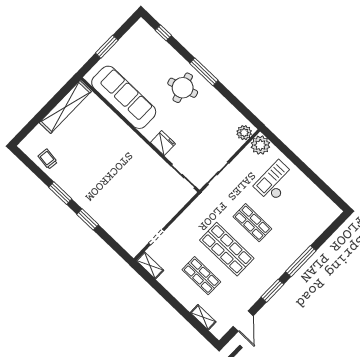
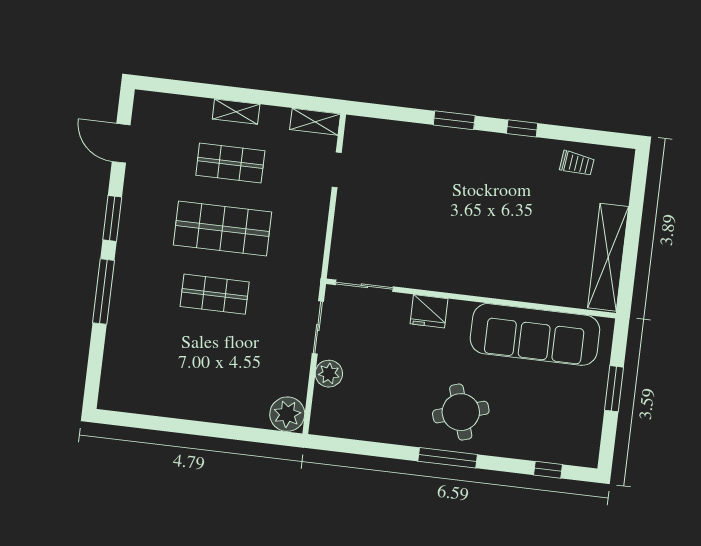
plant: (244, 133) -> (329, 374), moved
checkout: (275, 182) -> (226, 378), removed
window: (60, 193) -> (522, 128), width x0.67
shelving: (203, 317) -> (236, 112), moved

